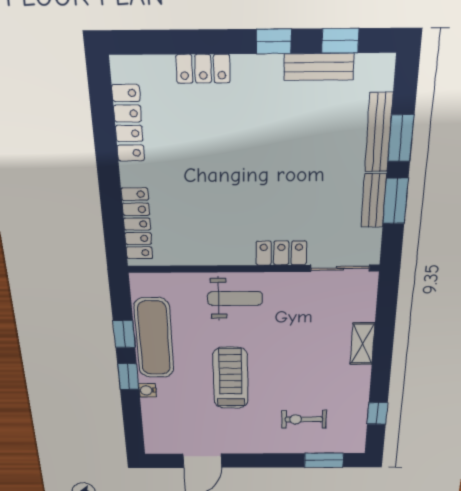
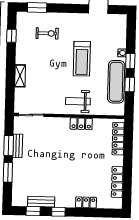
bench: (379, 133) -> (17, 175), removed
locker: (281, 253) -> (81, 124), moved

